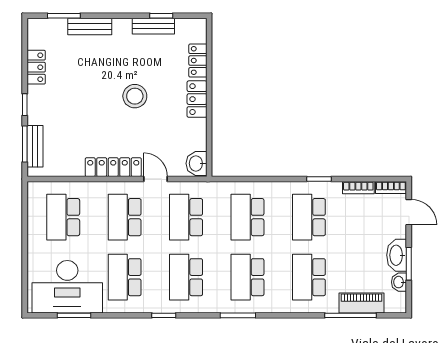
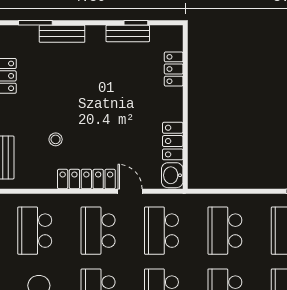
stool: (135, 96) -> (56, 139), moved, width x0.53, depth x0.53
locker: (197, 99) -> (173, 141), moved

